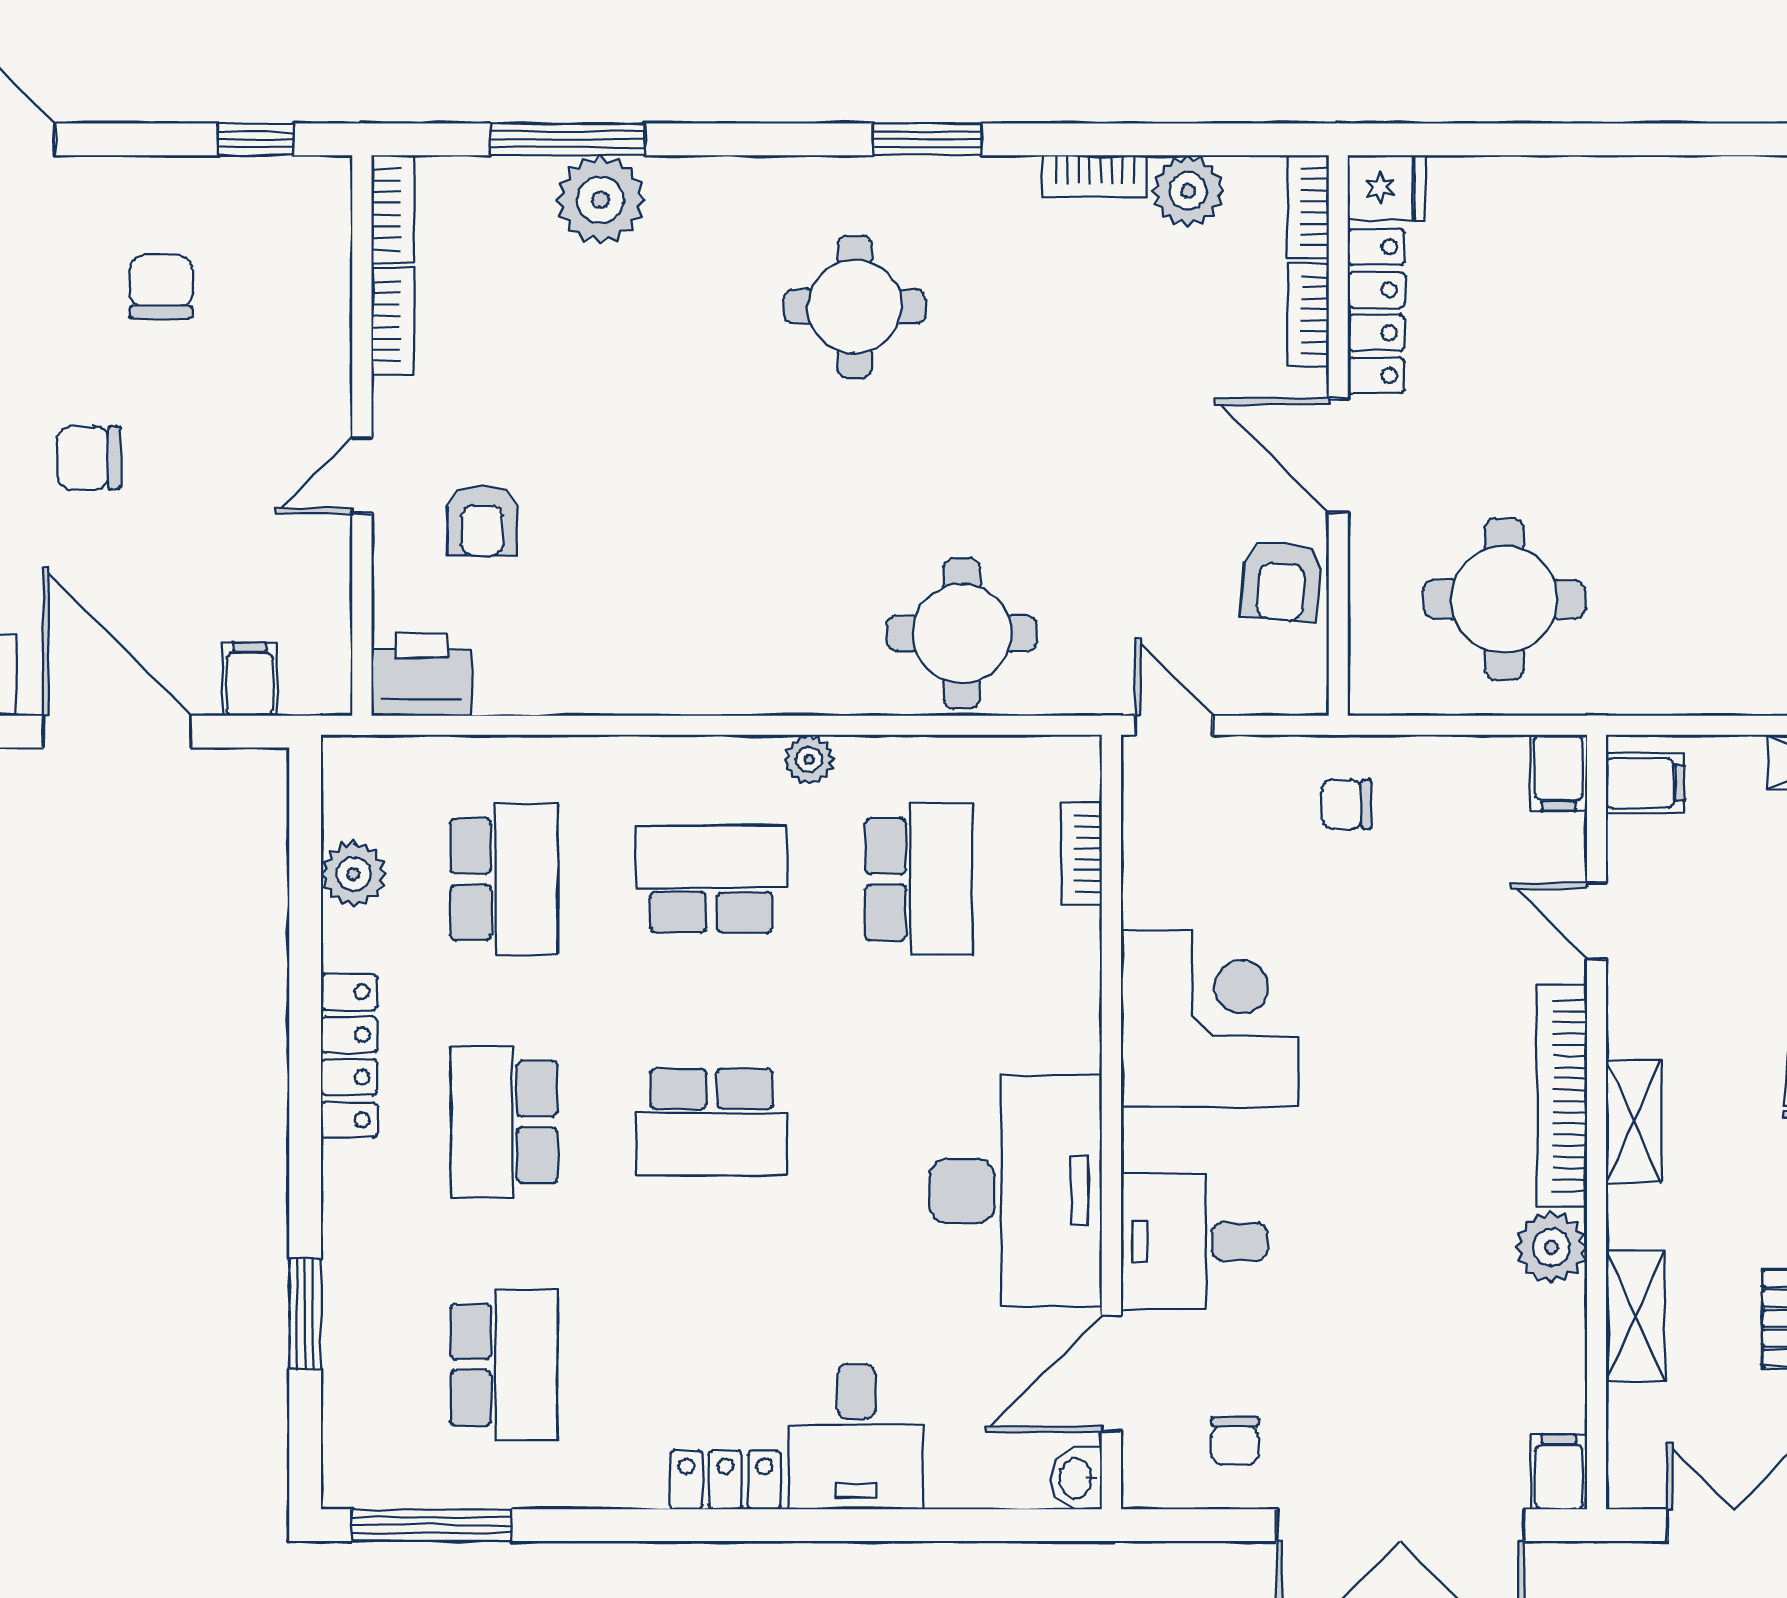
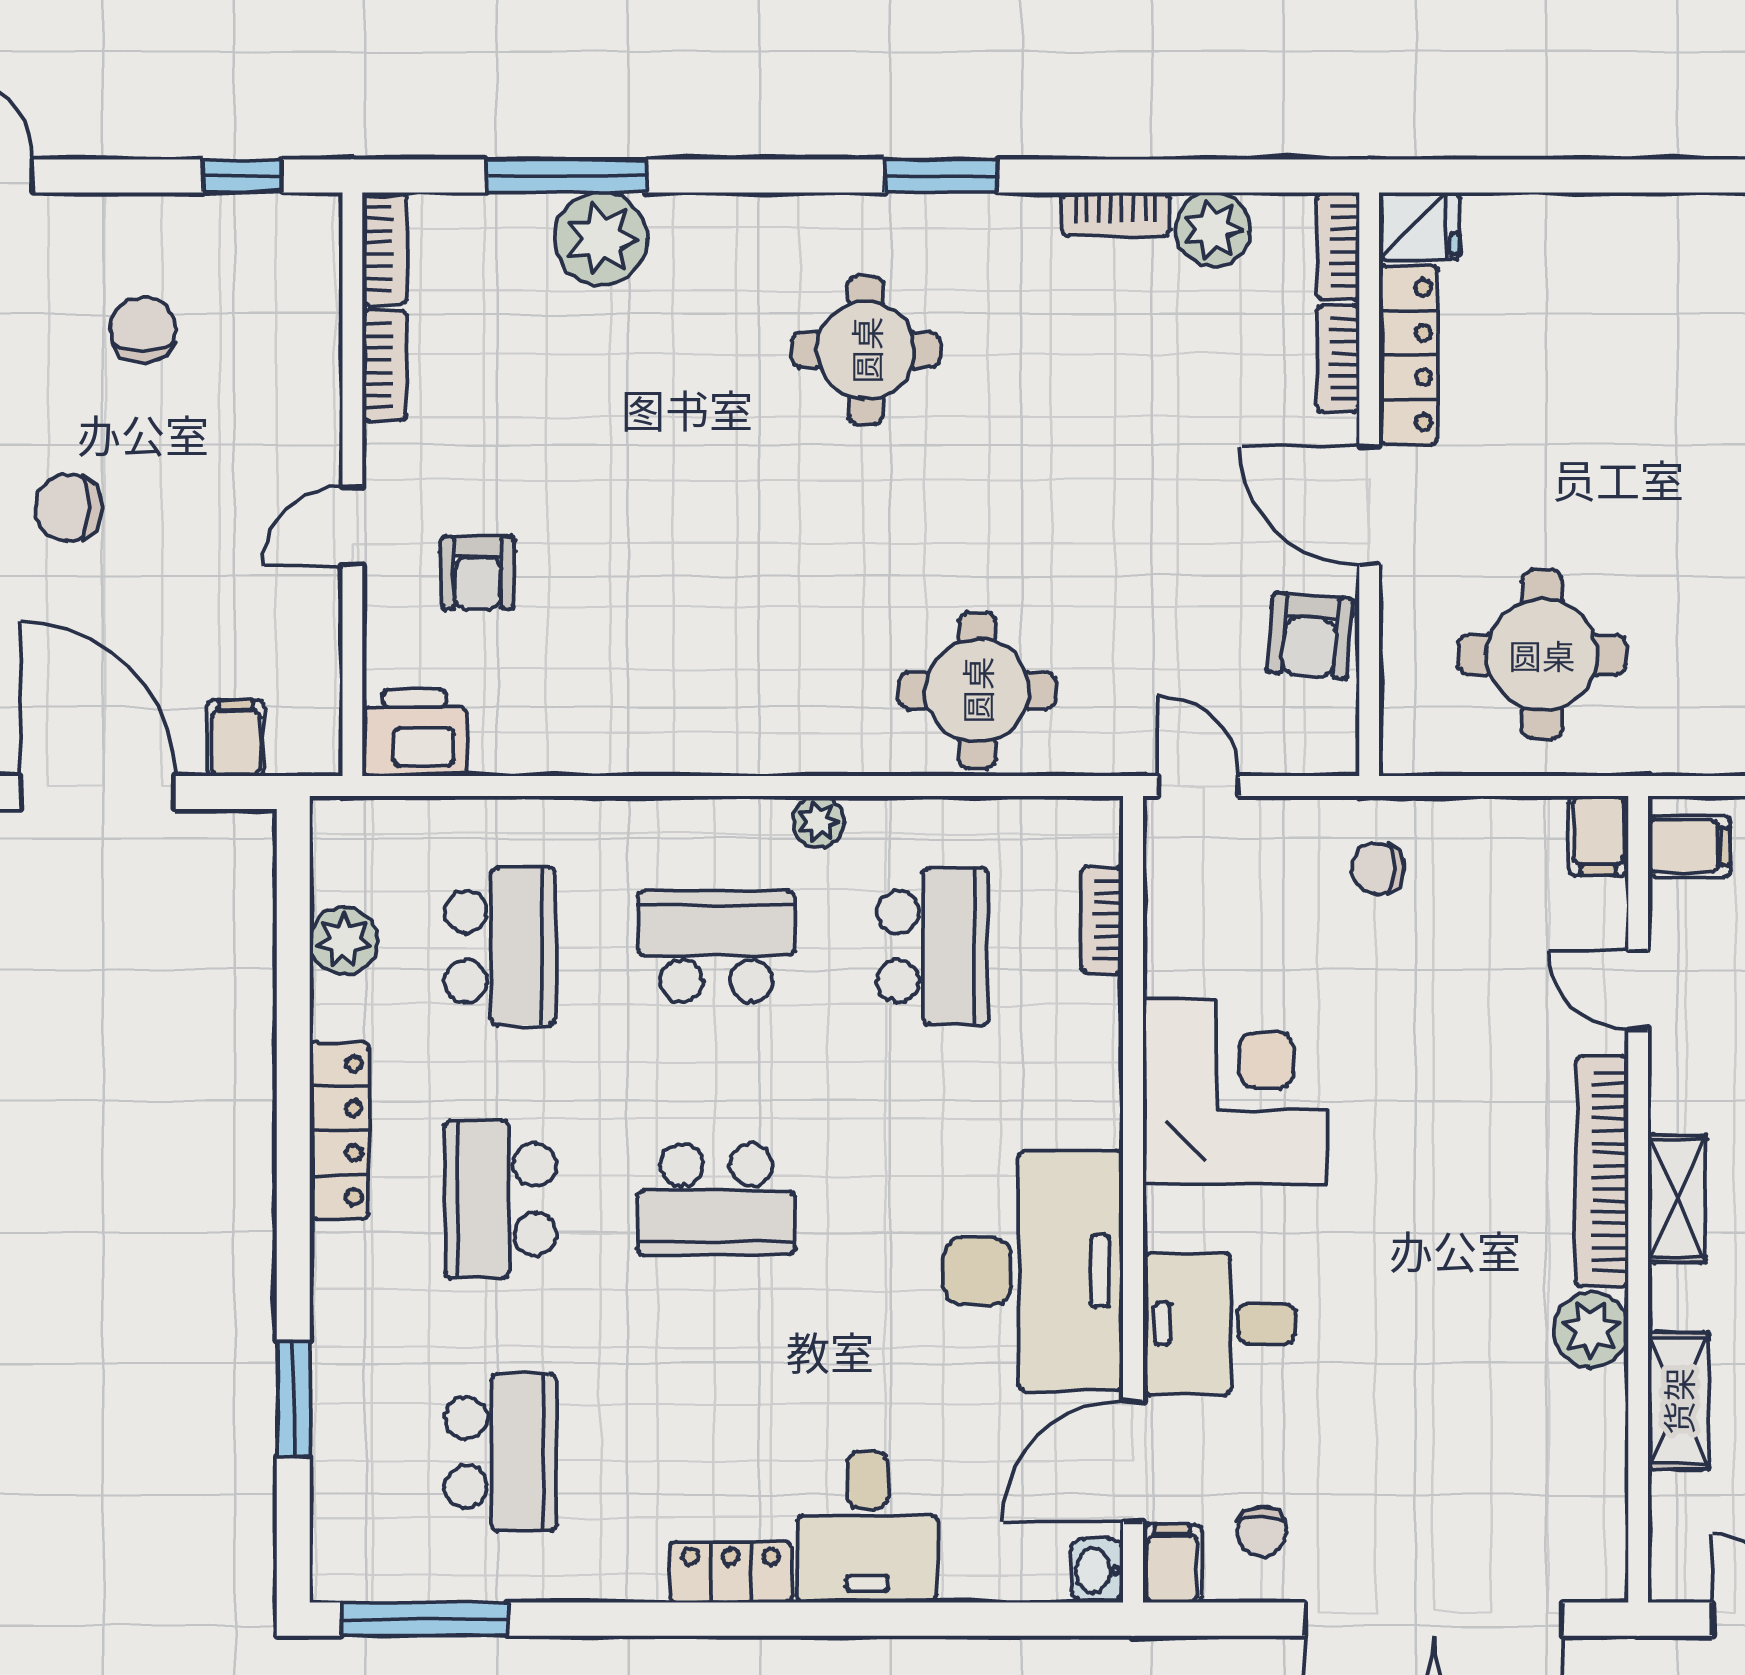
filing cabinet: (1559, 1472) -> (1172, 1564), moved

